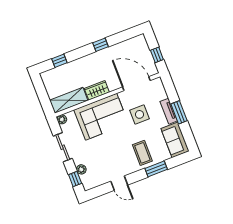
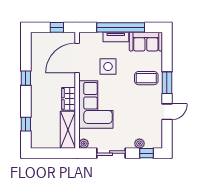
window: (179, 112) -> (121, 27), width x2.11
window: (156, 169) -> (167, 83), moved

